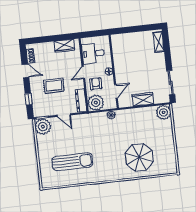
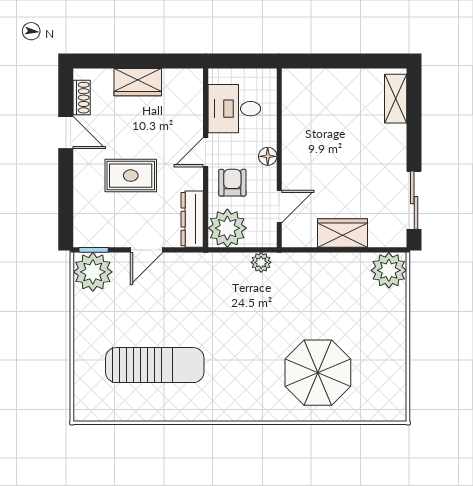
wardrobe: (64, 46) -> (138, 82), moved
window: (29, 99) -> (66, 202), removed
door: (64, 115) -> (147, 250), hinge flipped

